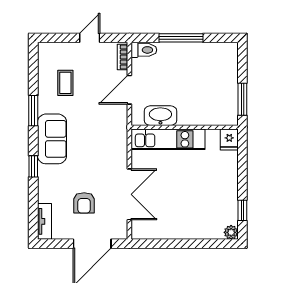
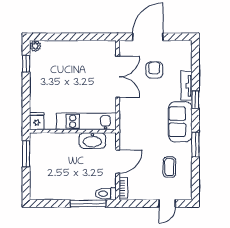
door: (90, 38) -> (167, 203), moved
window: (181, 38) -> (88, 203), moved
double door: (129, 194) -> (118, 77), swing flipped
tv unit: (44, 221) -> (186, 86), moved

